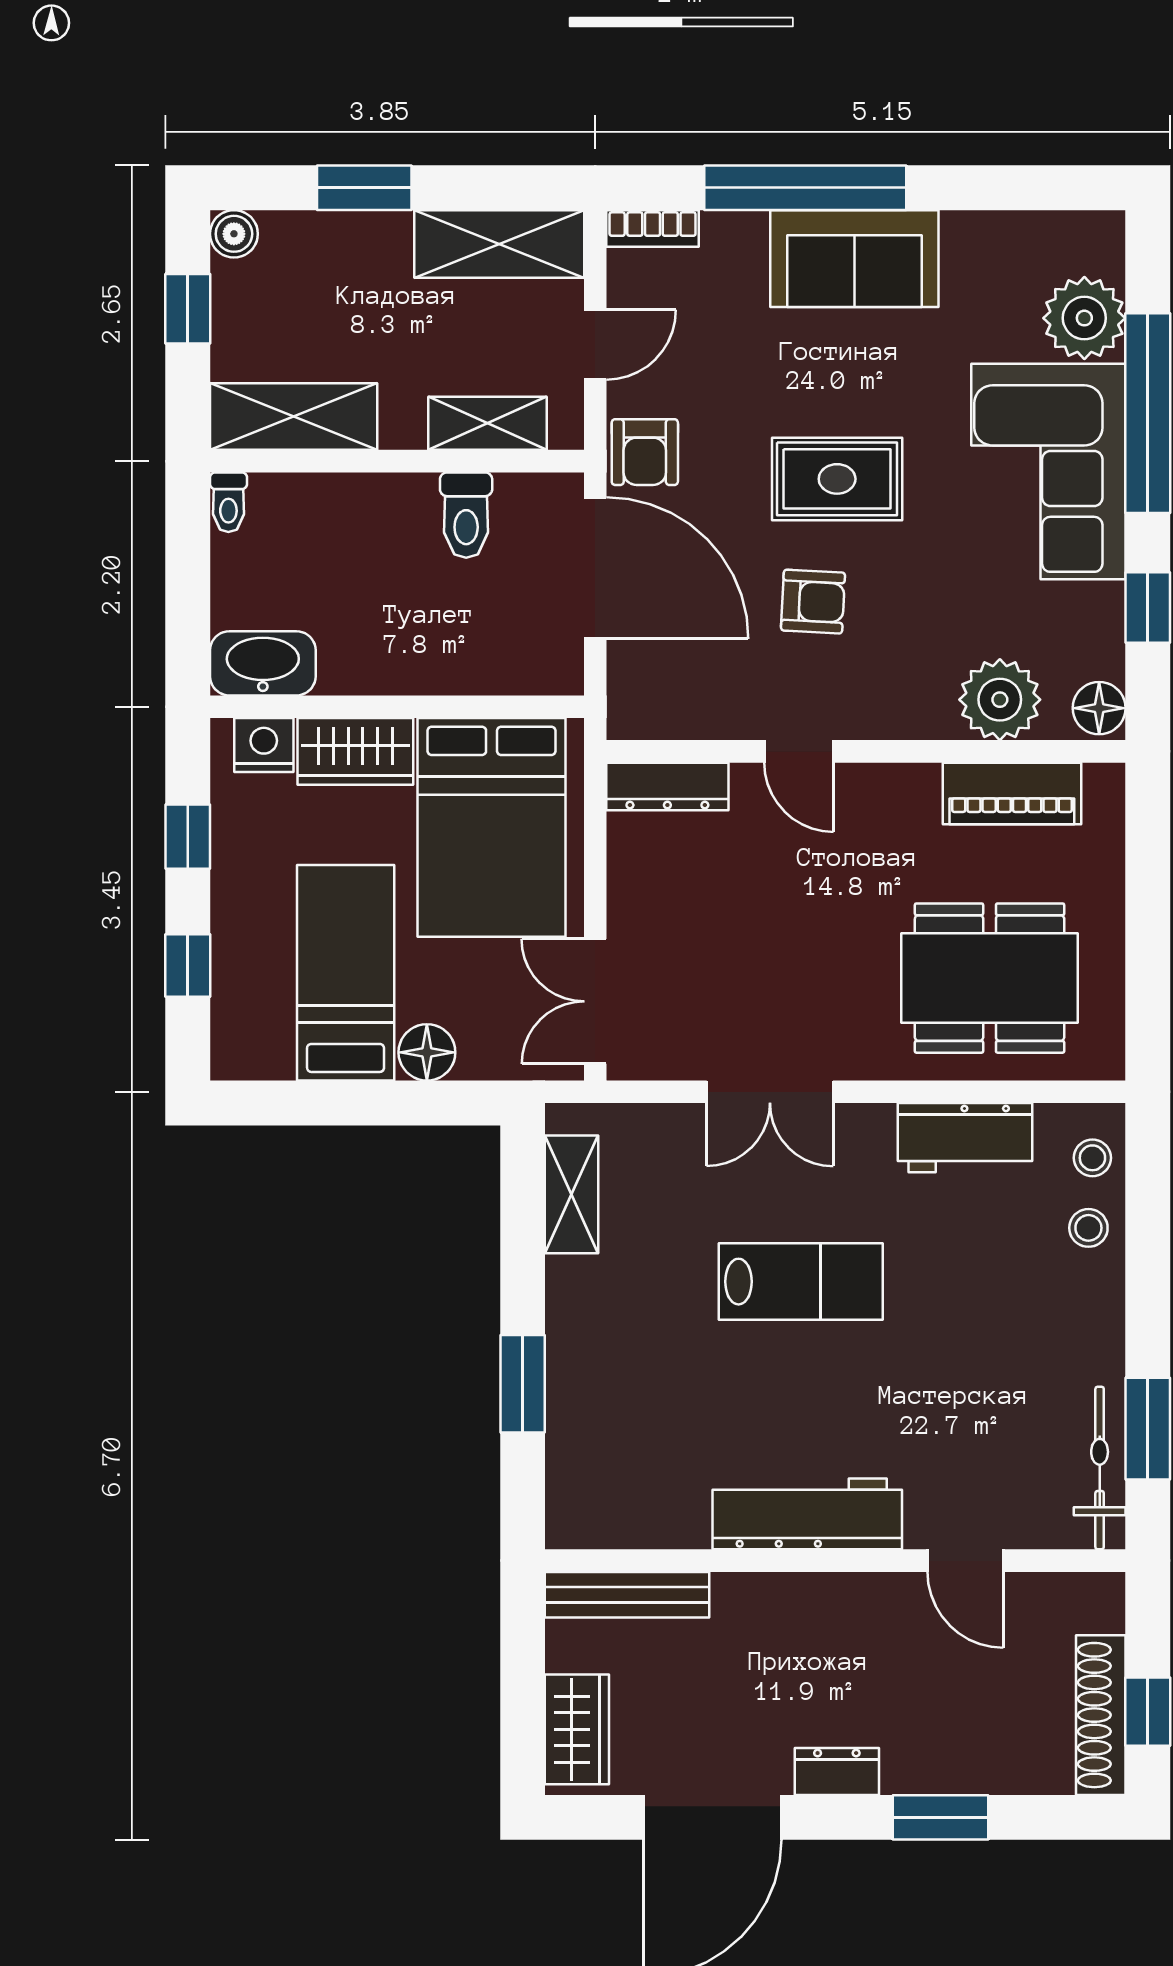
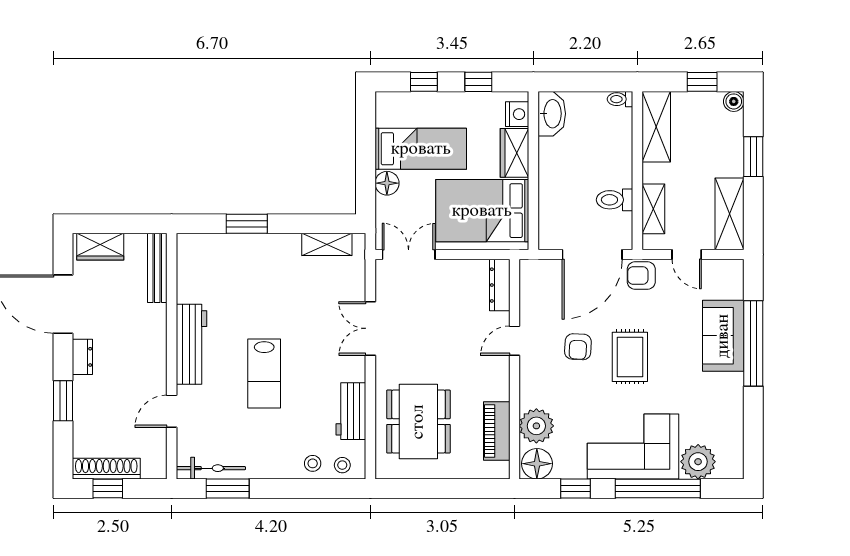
bookcase: (653, 228) -> (736, 279), removed
sofa: (854, 259) -> (723, 336), moved
floor lamp: (1099, 708) -> (537, 464), width x1.38, depth x1.38
lab bench: (801, 1282) -> (264, 373), moved

